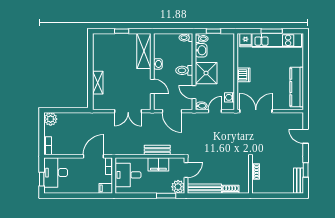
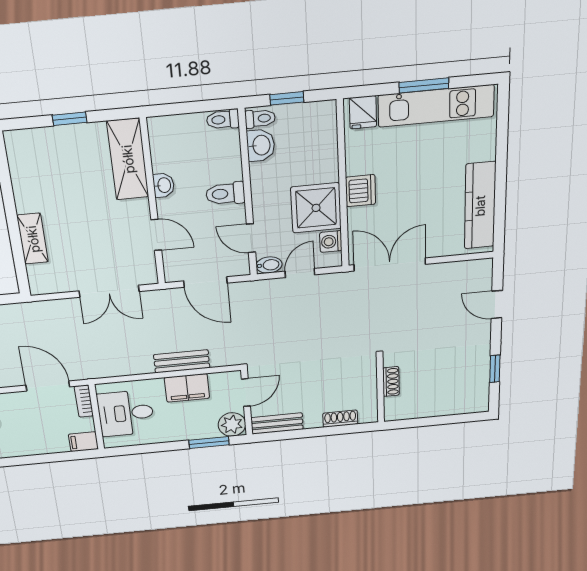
shower: (206, 73) -> (316, 208), moved
door: (93, 156) -> (48, 386), hinge flipped
bench: (298, 181) -> (480, 390), removed
bench: (204, 189) -> (277, 424), width x0.73

